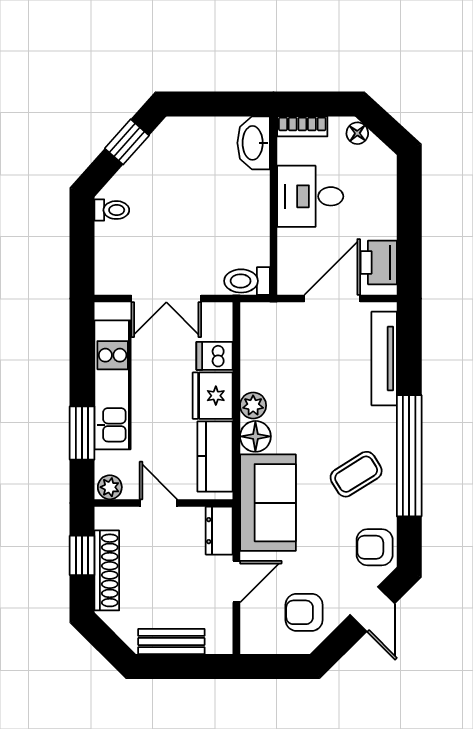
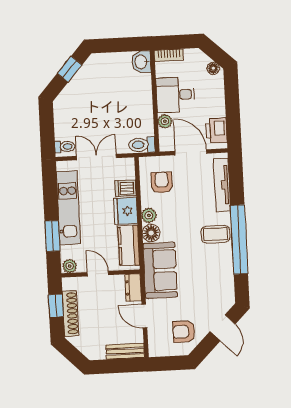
floor lamp: (357, 133) -> (213, 68), moved
washbasin: (254, 143) -> (141, 62), width x0.72
toilet: (112, 210) -> (65, 147), moved
plant: (290, 242) -> (165, 121), added
double door: (166, 299) -> (96, 157), swing flipped
door: (332, 299) -> (191, 152), hinge flipped
coffee table: (356, 474) -> (215, 234), moved, turned 32
armchair: (375, 547) -> (162, 182), moved, turned 90
door: (236, 582) -> (144, 316), swing flipped
bench: (171, 642) -> (125, 351), moved

